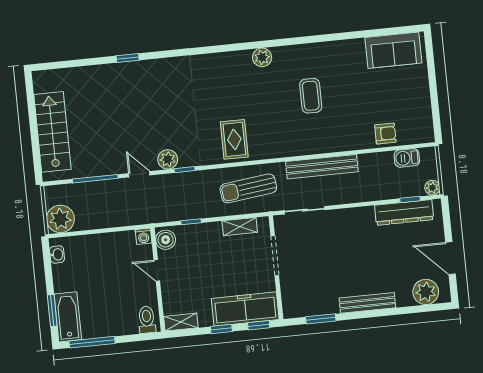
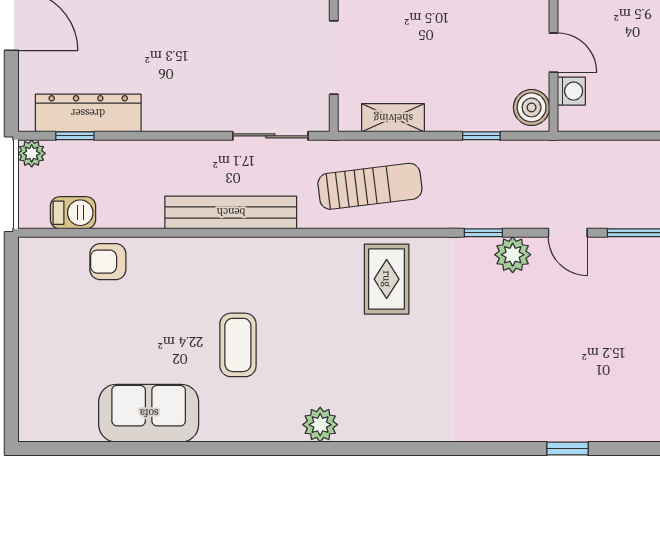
sofa: (393, 50) -> (149, 413), moved
washing machine: (144, 236) -> (571, 91), moved, turned 90

